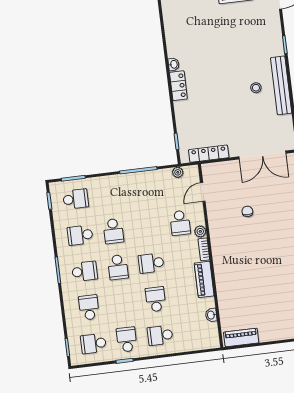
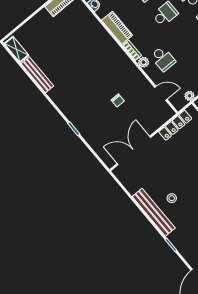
door: (203, 192) -> (161, 93), hinge flipped
school desk: (180, 223) -> (163, 59), turned 180

